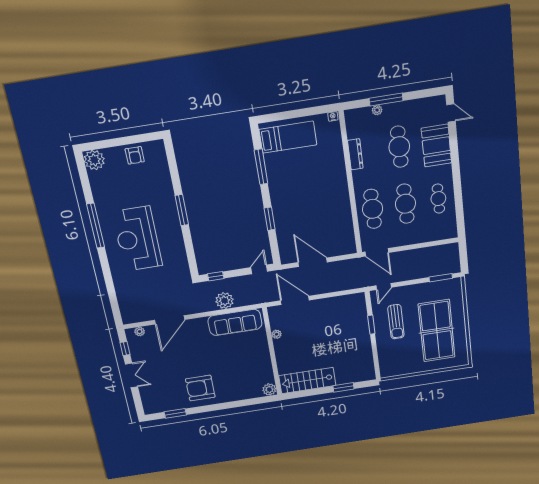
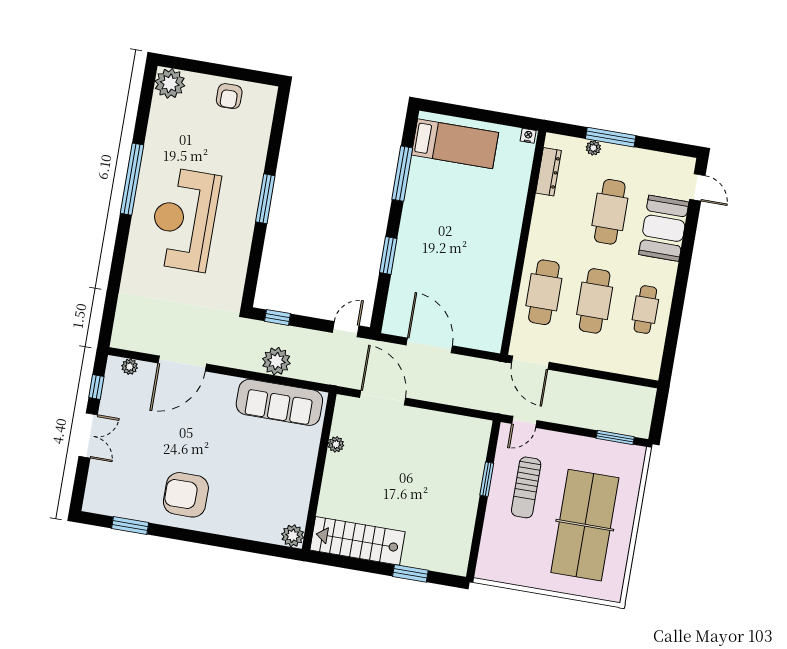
dresser: (355, 154) -> (549, 172), moved

